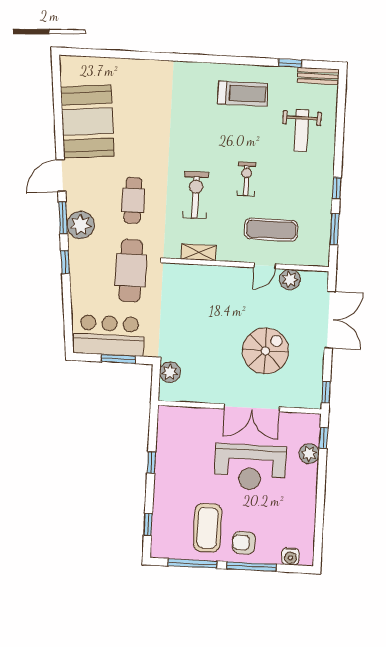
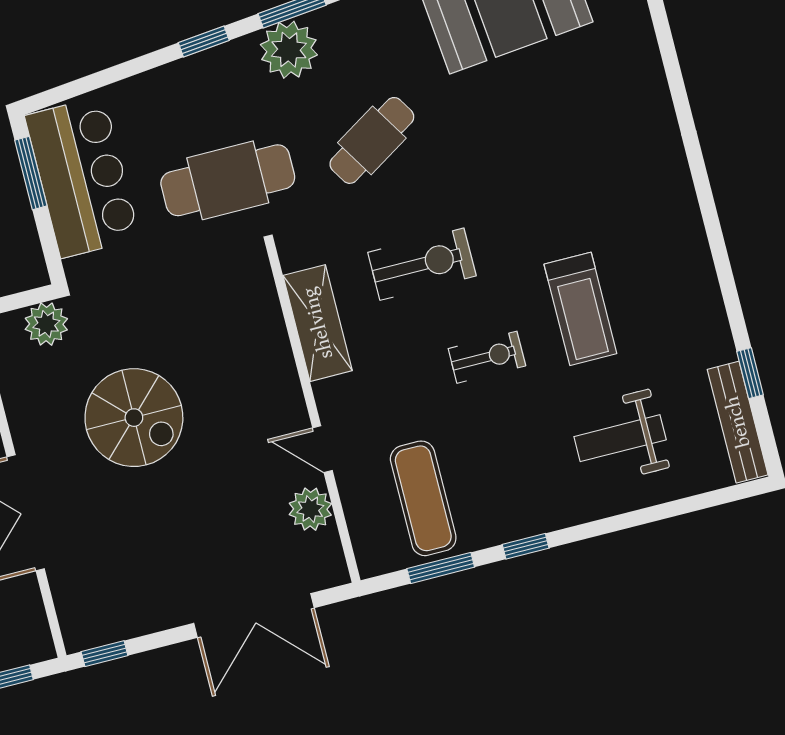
bench: (318, 76) -> (738, 422), width x1.36
treadmill: (243, 94) -> (580, 309), moved
cafe table: (133, 200) -> (372, 140), turned -32
exercise mat: (271, 230) -> (423, 498), moved
shelving: (199, 252) -> (318, 323), width x1.50, depth x1.33
spiral stairs: (265, 351) -> (134, 418), moved
window: (118, 359) -> (31, 173), moved

